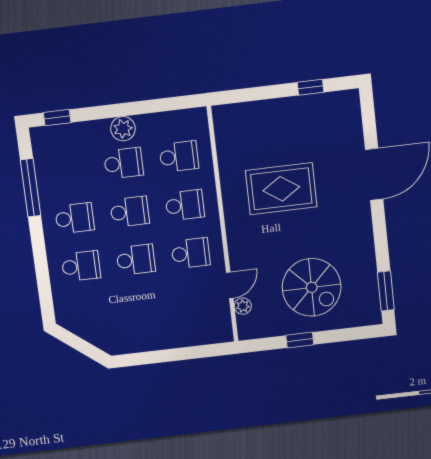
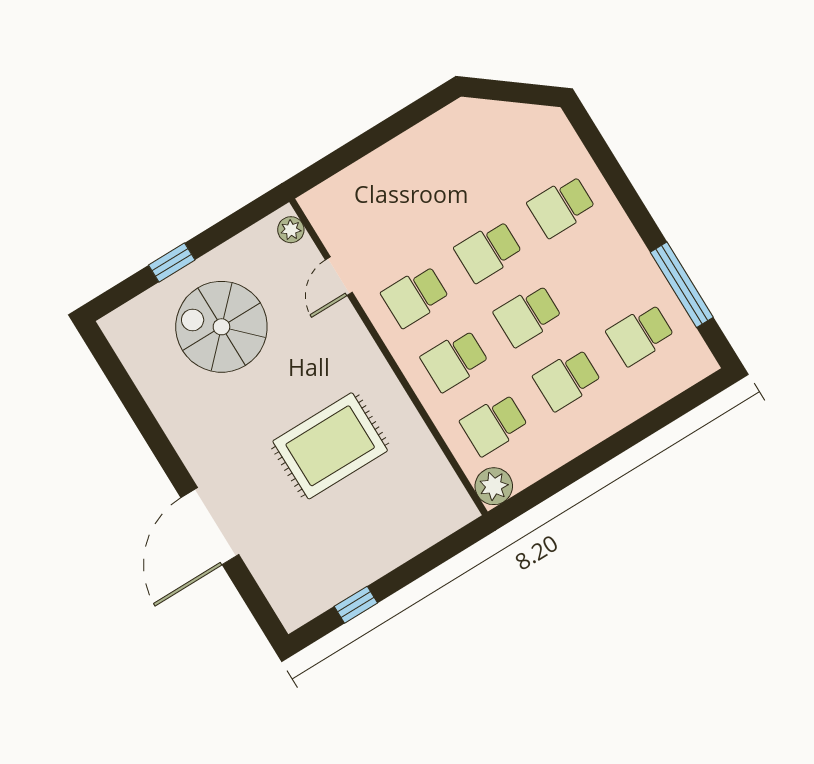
window: (57, 118) -> (688, 400), removed
plant: (123, 129) -> (494, 486), moved
school desk: (75, 218) -> (640, 335), moved
window: (386, 291) -> (114, 370), removed
plant: (243, 306) -> (291, 230), moved
window: (300, 340) -> (172, 263), moved

